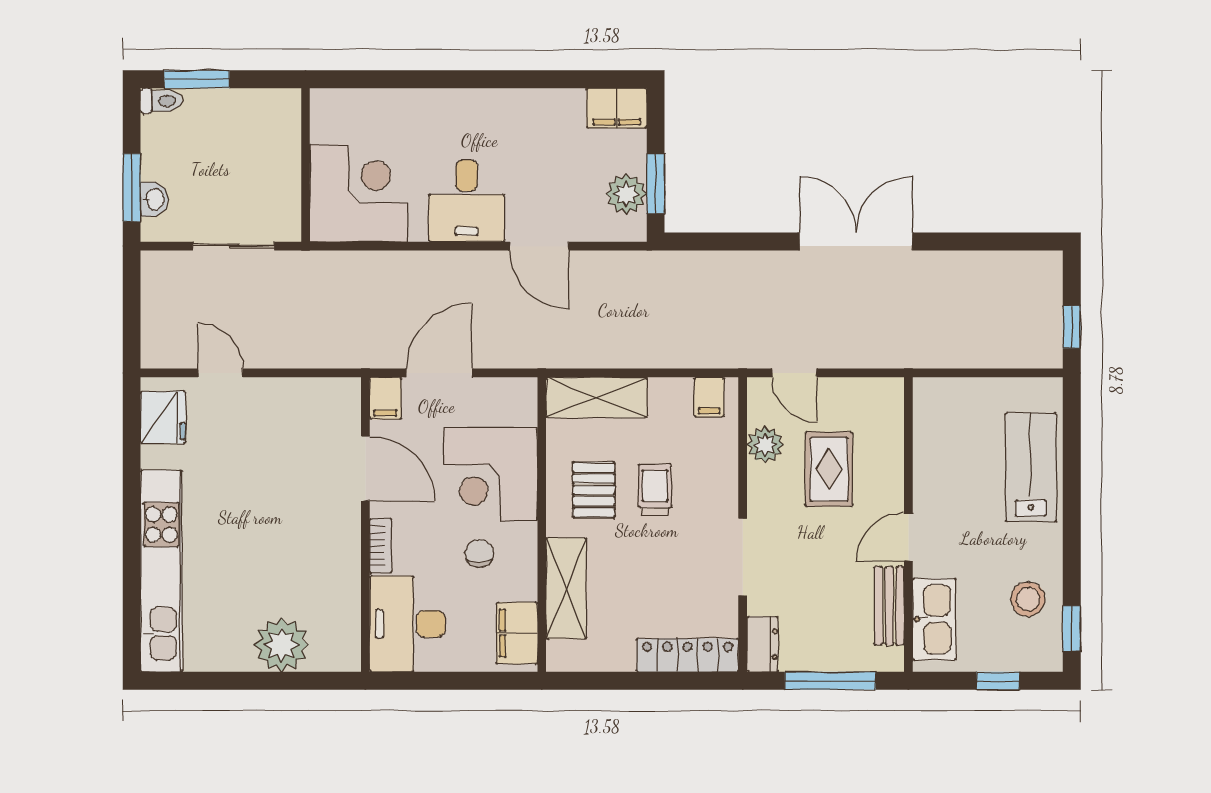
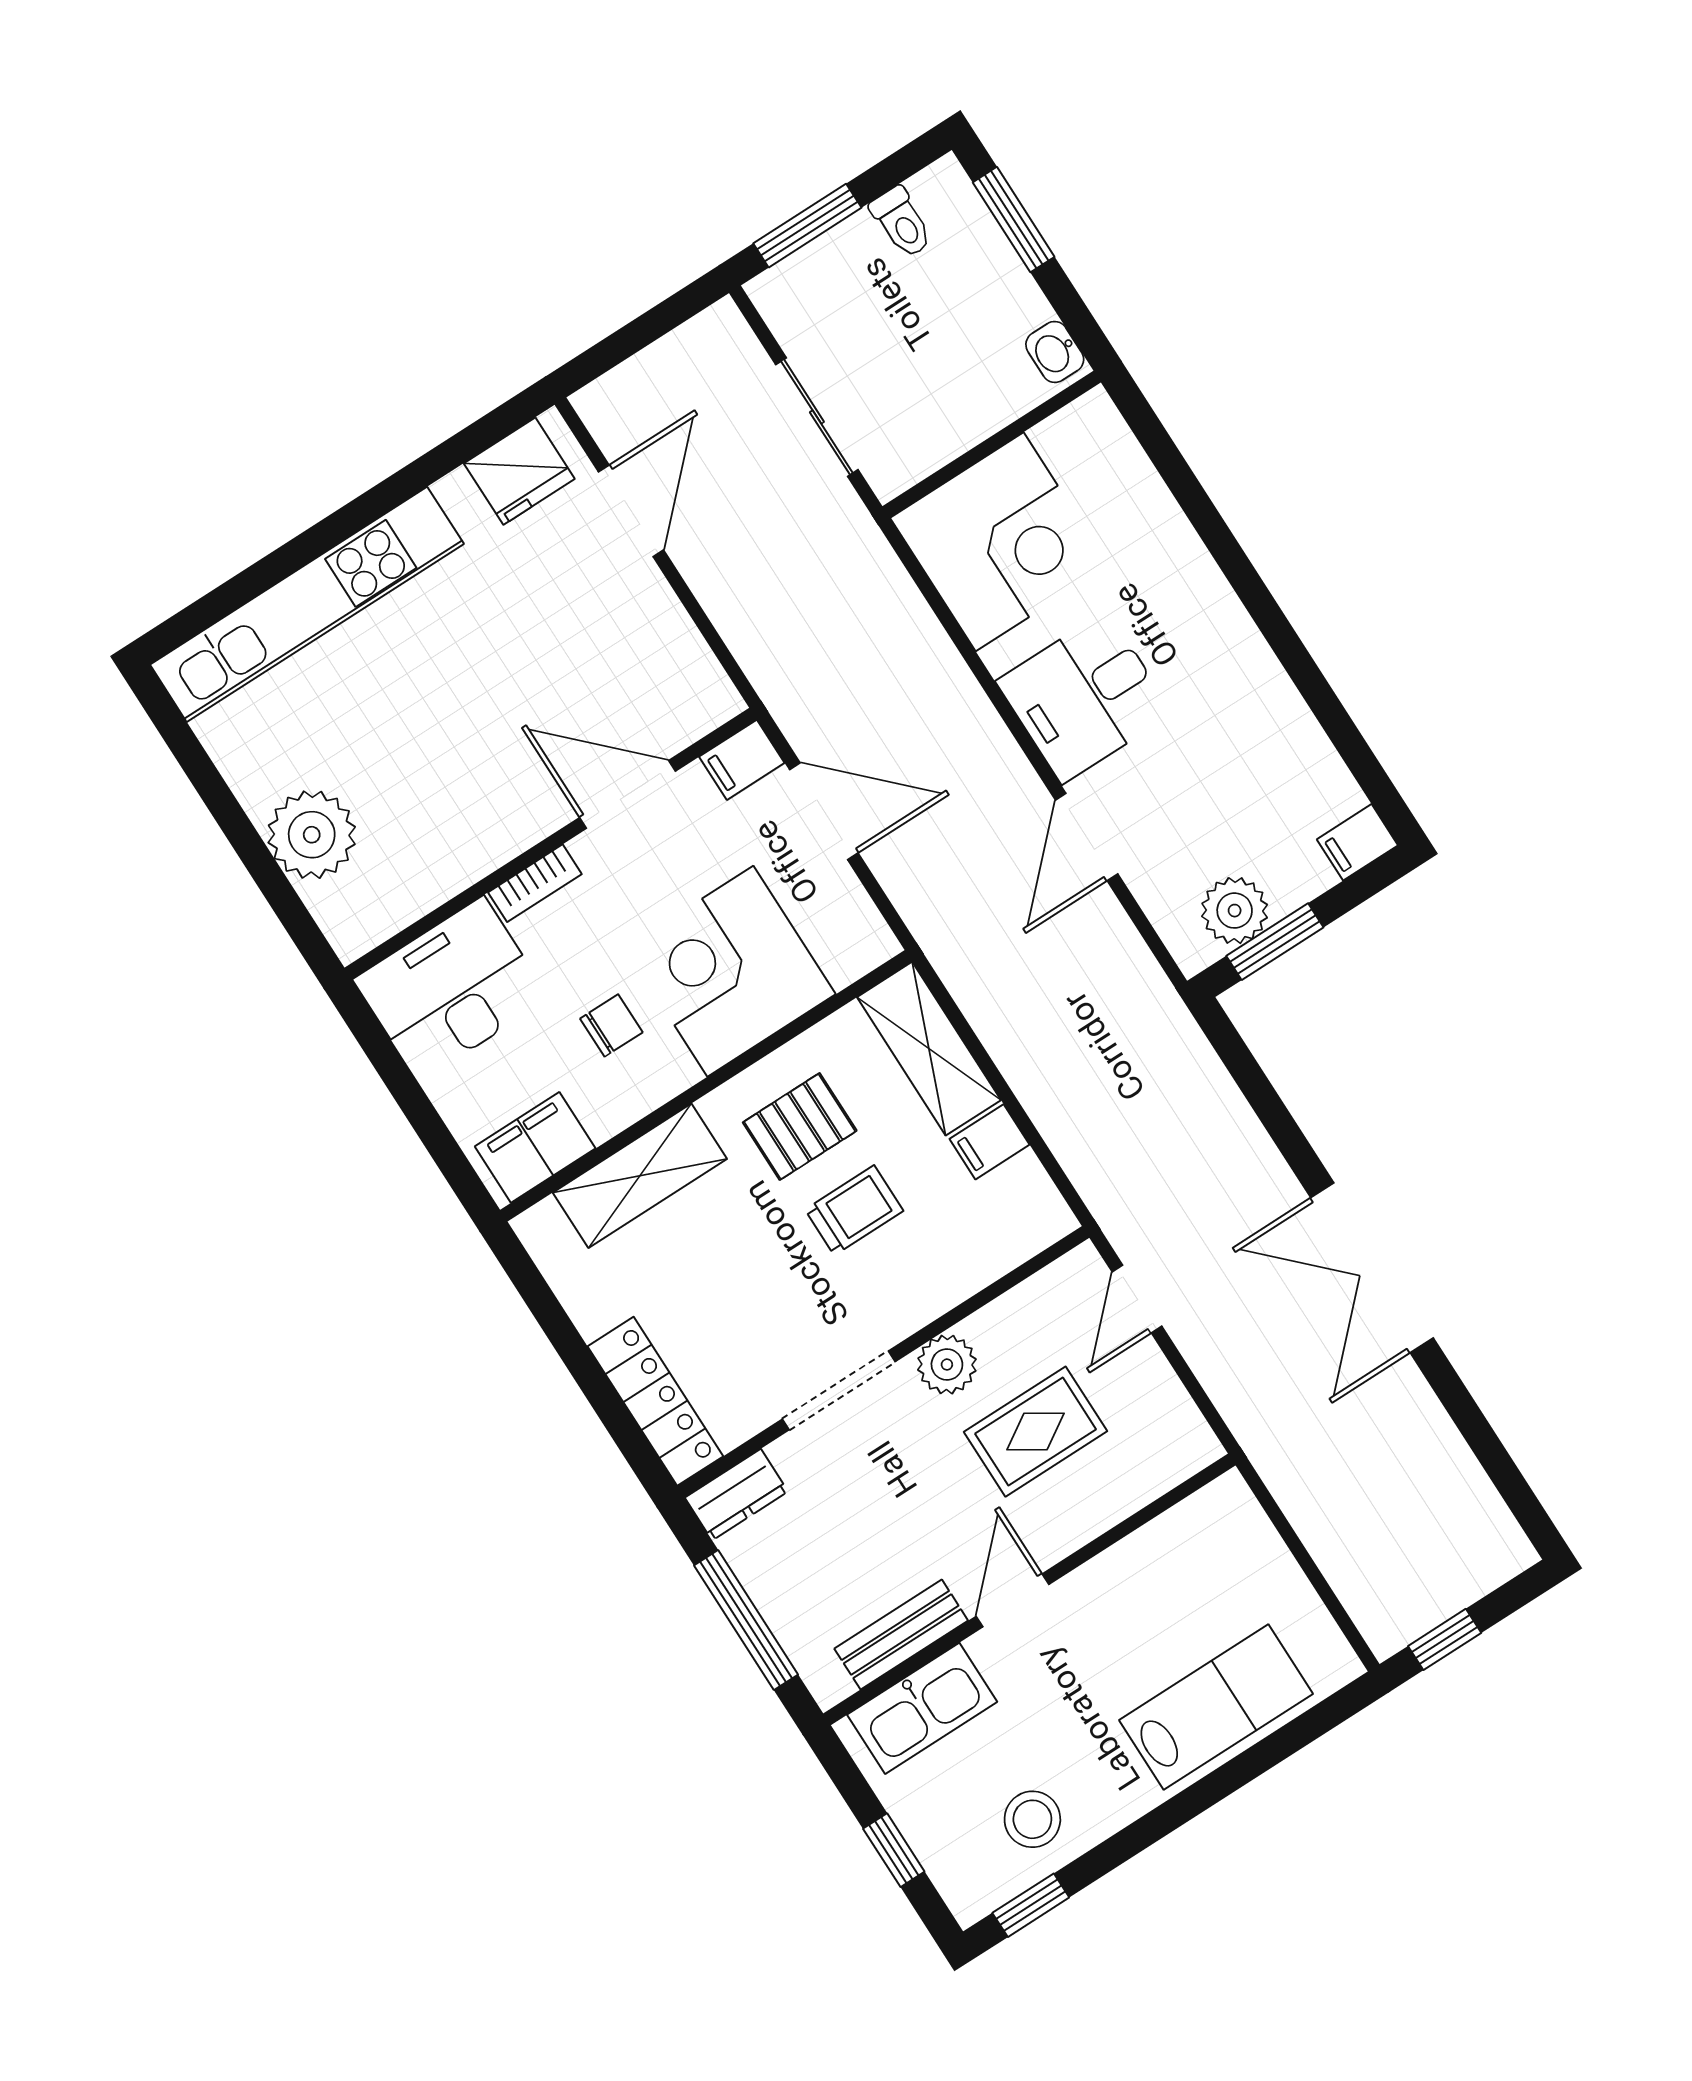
toilet: (161, 101) -> (902, 222), moved
filing cabinet: (617, 108) -> (1357, 842), width x0.50
washbasin: (154, 199) -> (1055, 352), moved, turned 90
double door: (856, 241) -> (1372, 1268), swing flipped
door: (220, 373) -> (631, 511), width x1.38
filing cabinet: (709, 397) -> (990, 1142), moved
plant: (765, 445) -> (947, 1365), moved
door: (365, 469) -> (627, 794), swing flipped
door: (908, 537) -> (1012, 1600), hinge flipped

